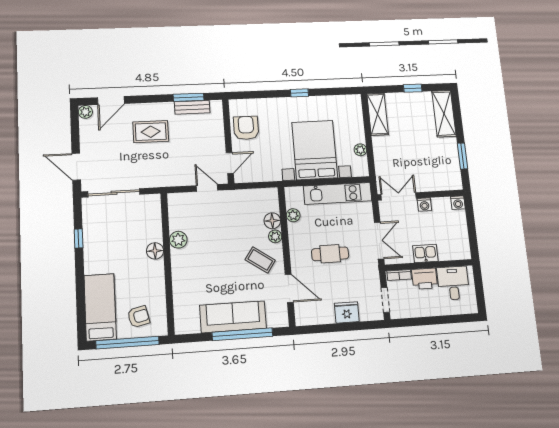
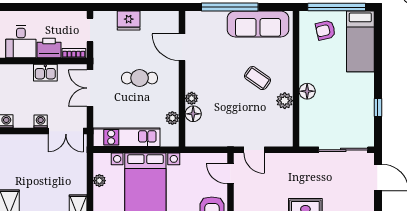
door: (230, 163) -> (230, 174), hinge flipped
coffee table: (260, 260) -> (258, 78), moved
sofa: (233, 317) -> (258, 24), moved

